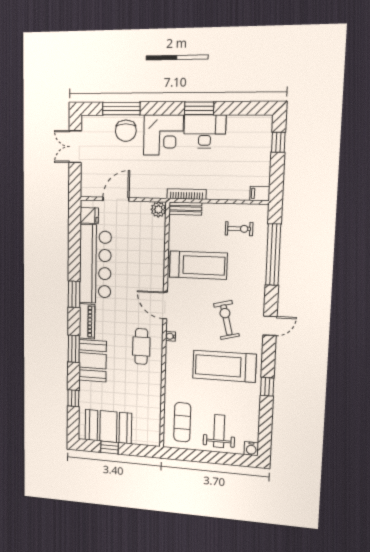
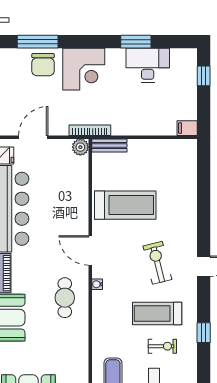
window: (199, 108) -> (136, 42), moved
desk: (205, 131) -> (148, 65), moved
bookcase: (187, 194) -> (90, 130), moved
exercise bike: (239, 229) -> (162, 346), moved
window: (273, 255) -> (204, 191), removed
treadmill: (224, 366) -> (157, 314), width x0.73, depth x0.73

